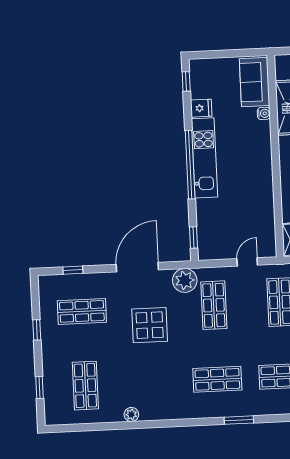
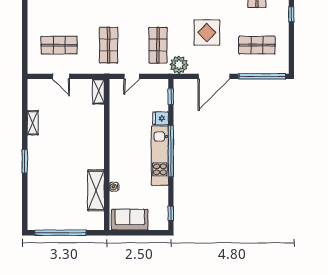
sofa: (254, 82) -> (130, 220), moved, turned -90
fridge: (201, 108) -> (161, 118), moved
window: (73, 270) -> (262, 76), width x3.17
window: (37, 330) -> (291, 14), moved

